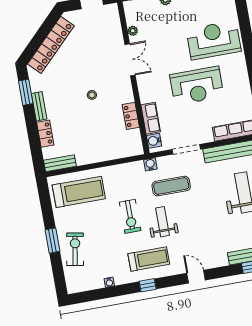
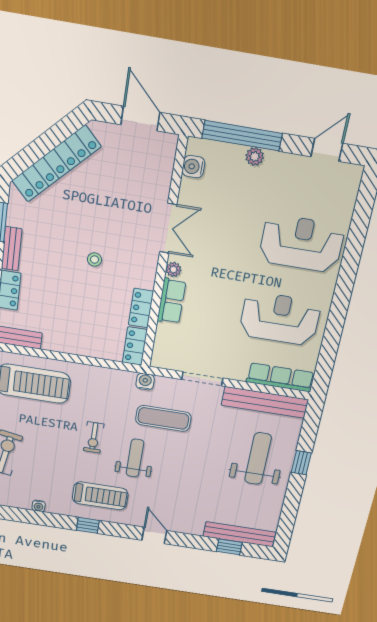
plant: (133, 31) -> (173, 269), moved
reception desk: (197, 86) -> (280, 319), moved, turned 180
row of seats: (151, 118) -> (171, 301), moved
water cooler: (154, 141) -> (193, 167), moved
locker: (136, 142) -> (135, 346), added
exercise bike: (130, 216) -> (94, 437), width x0.73, depth x0.72

